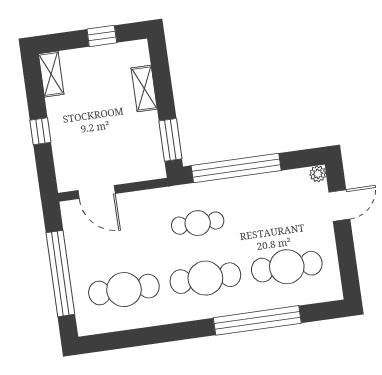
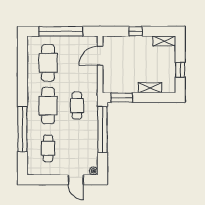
cafe table: (287, 267) -> (48, 148), width x0.73, depth x0.74

